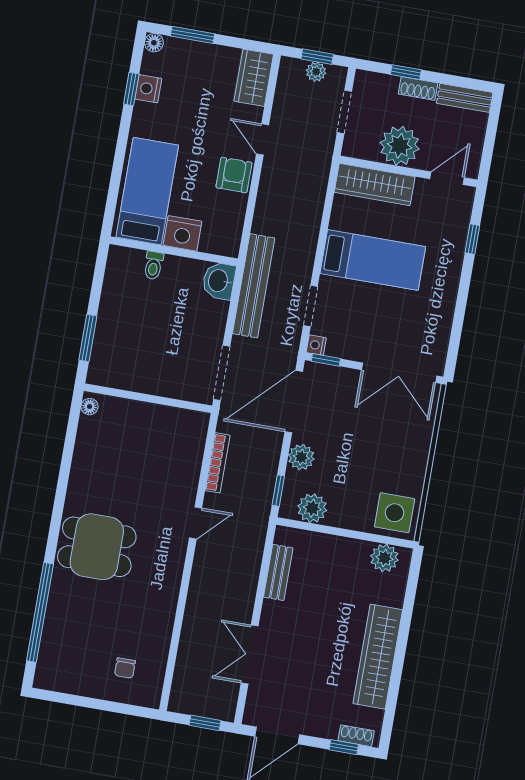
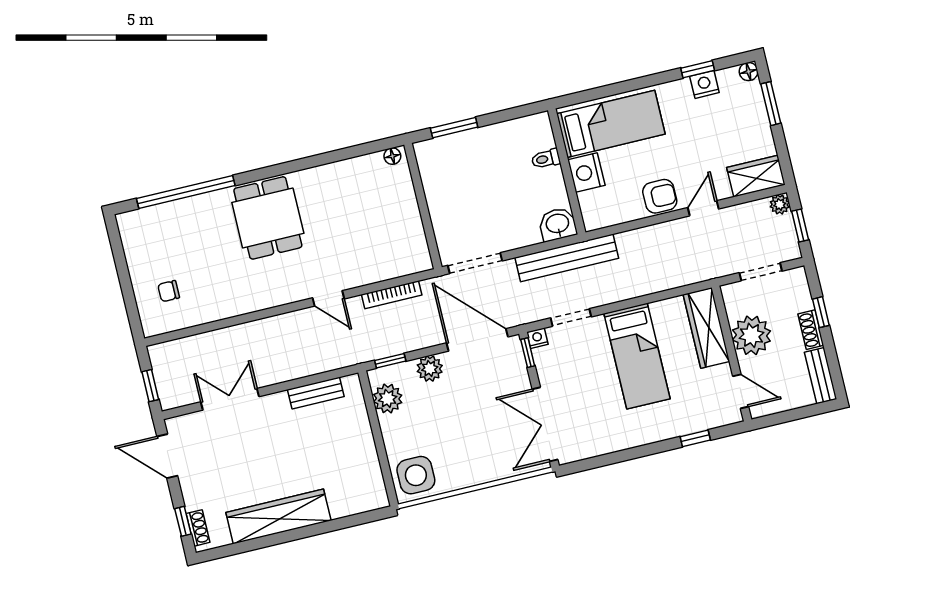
plant: (316, 72) -> (780, 204), moved
plant: (384, 558) -> (371, 484), removed

